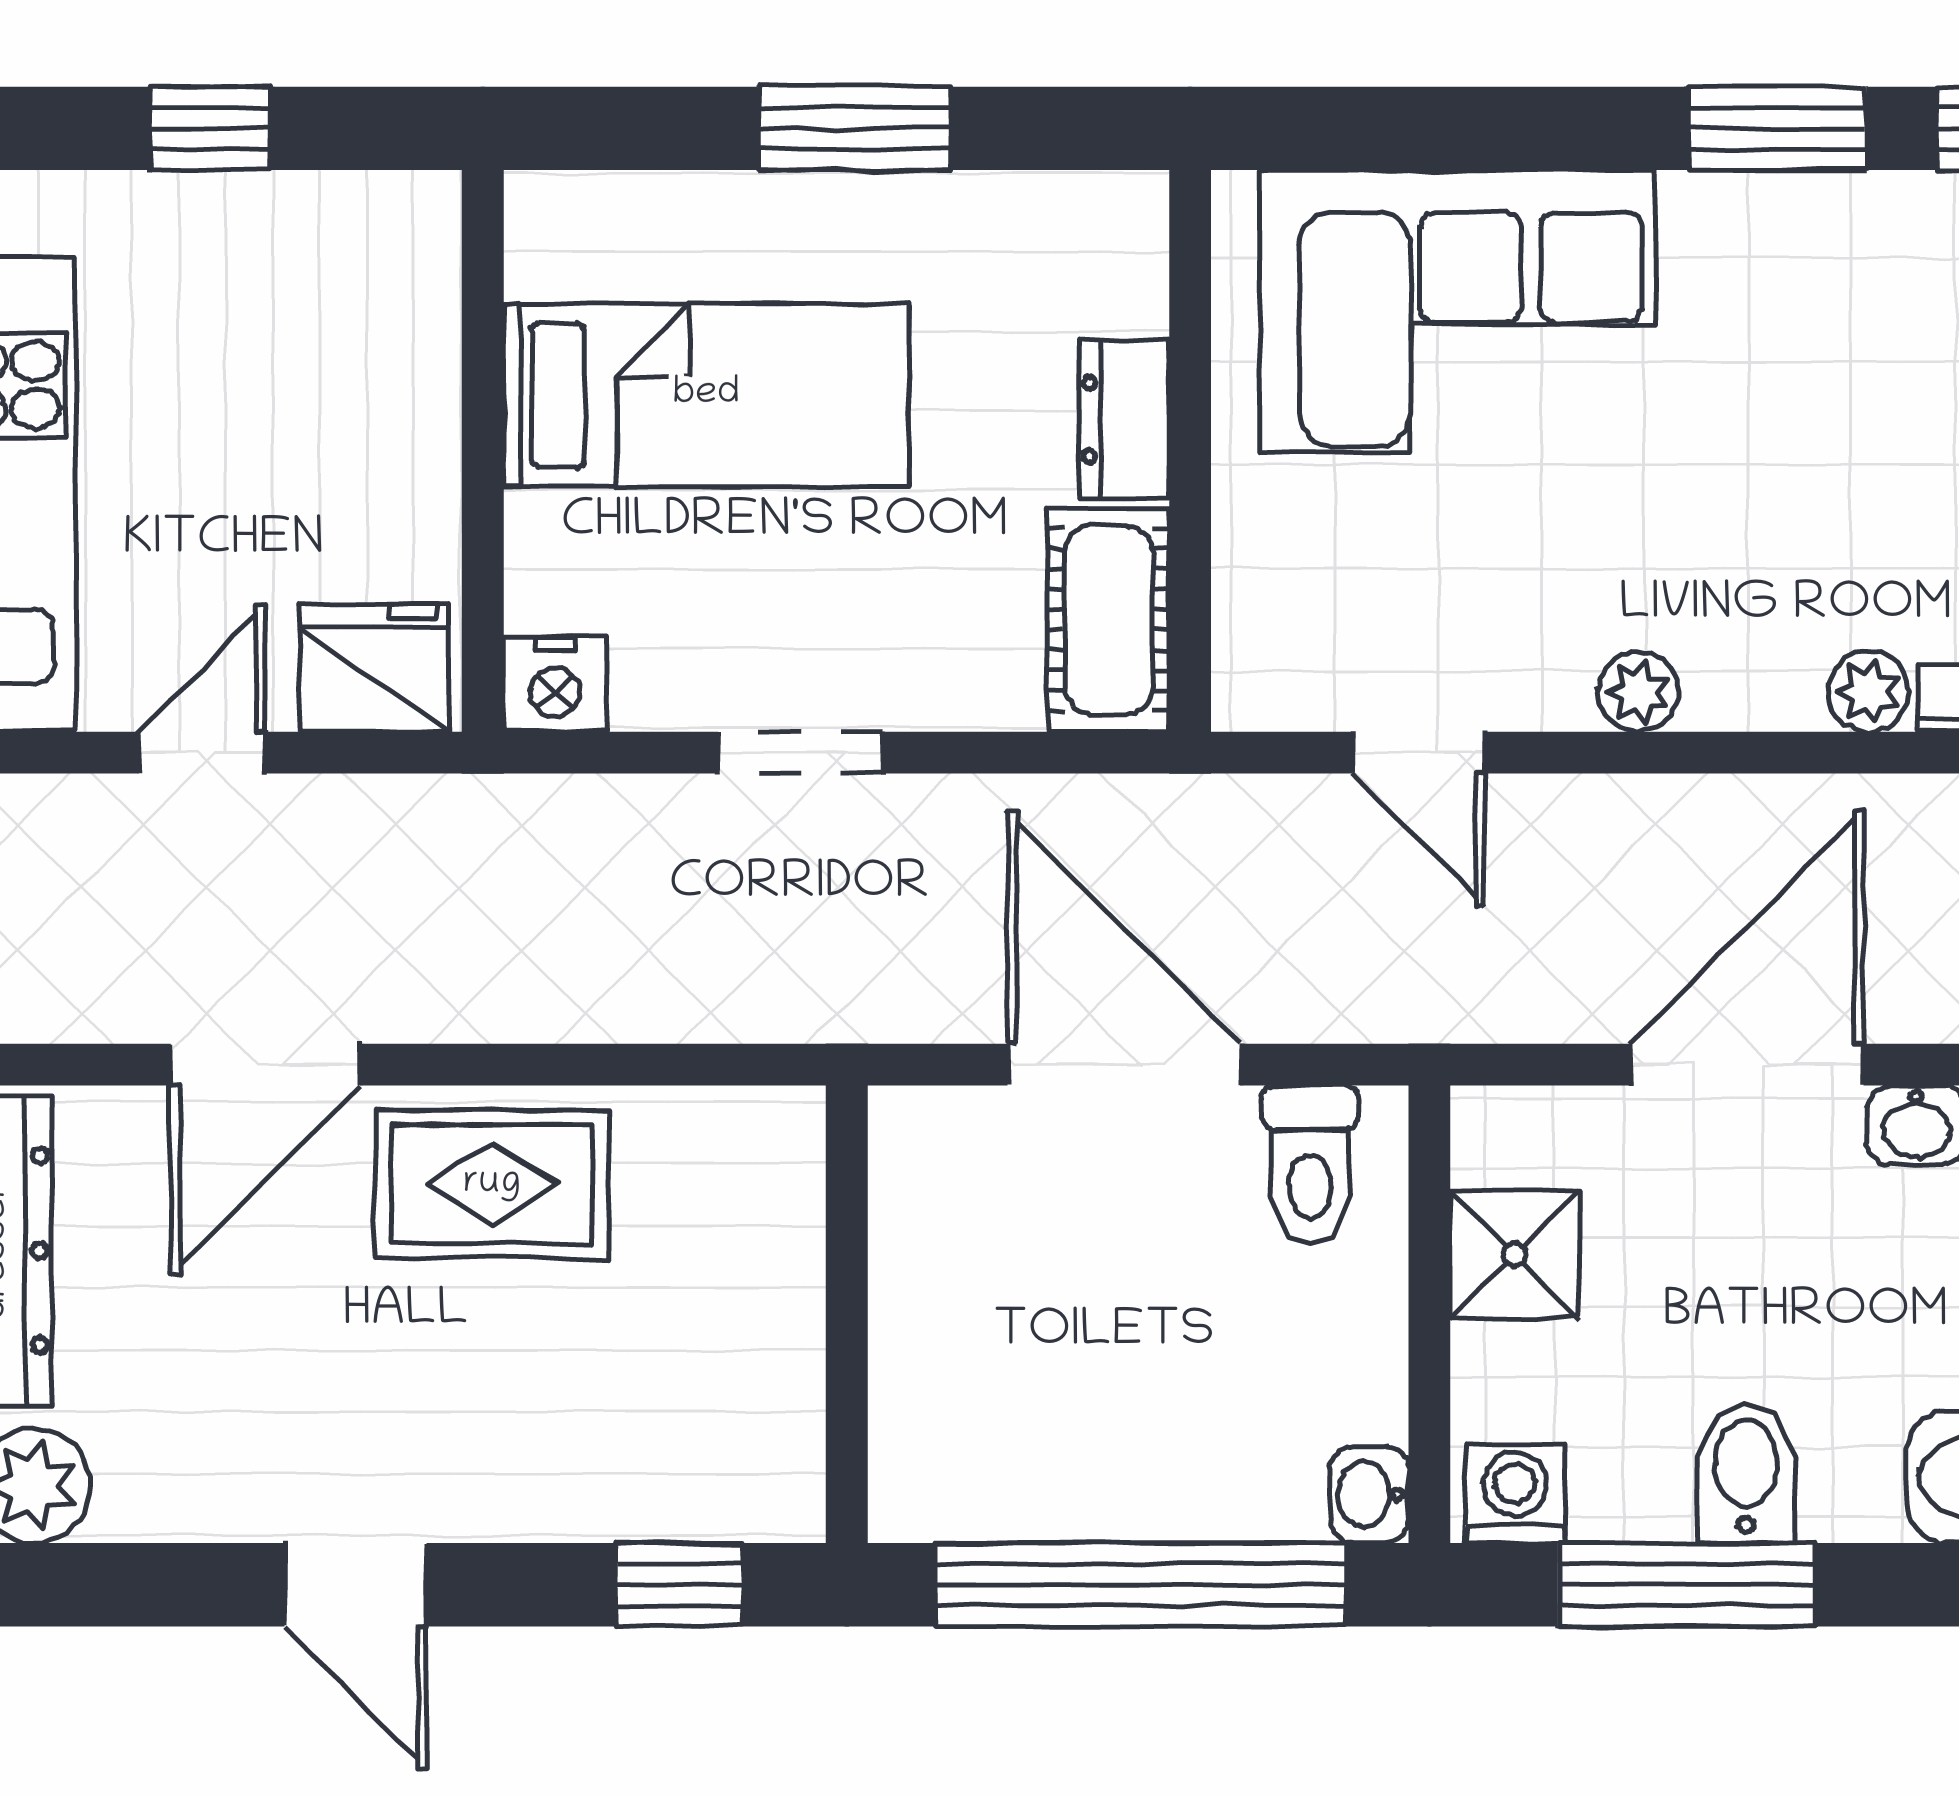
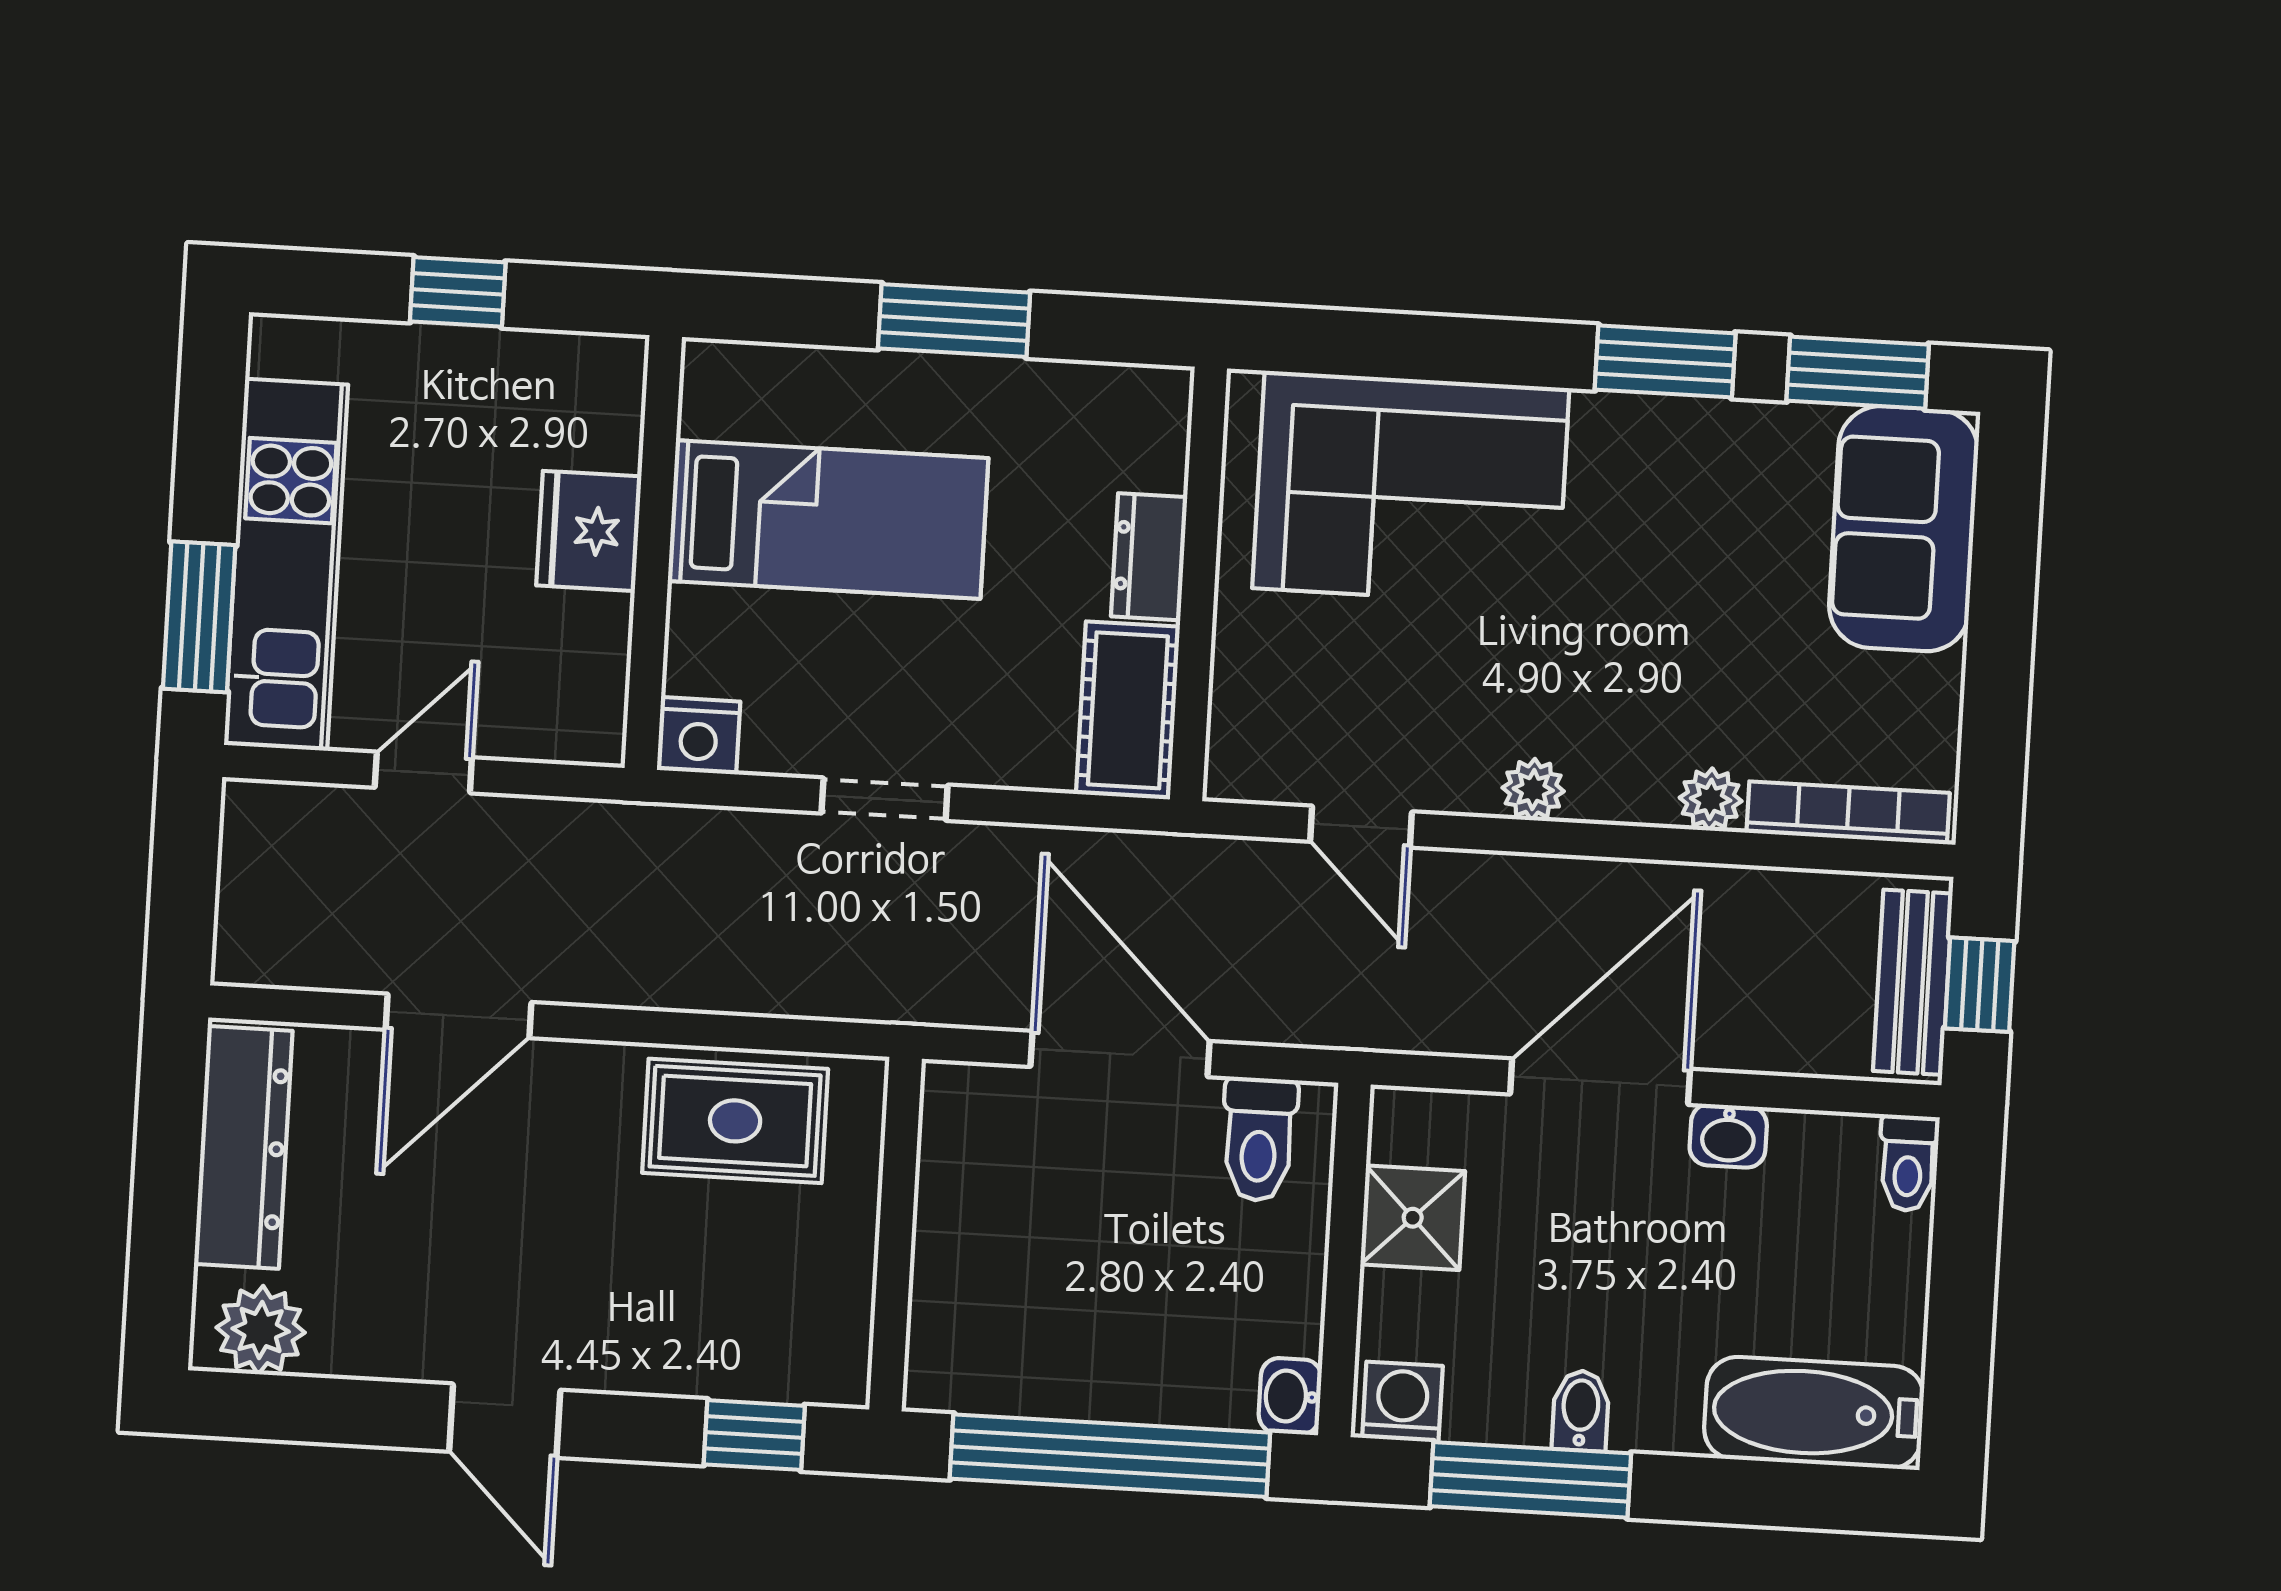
fridge: (374, 668) -> (589, 531), moved, turned -90
rug: (492, 1184) -> (735, 1121), moved
bidet: (1746, 1473) -> (1581, 1411), width x0.72, depth x0.74

